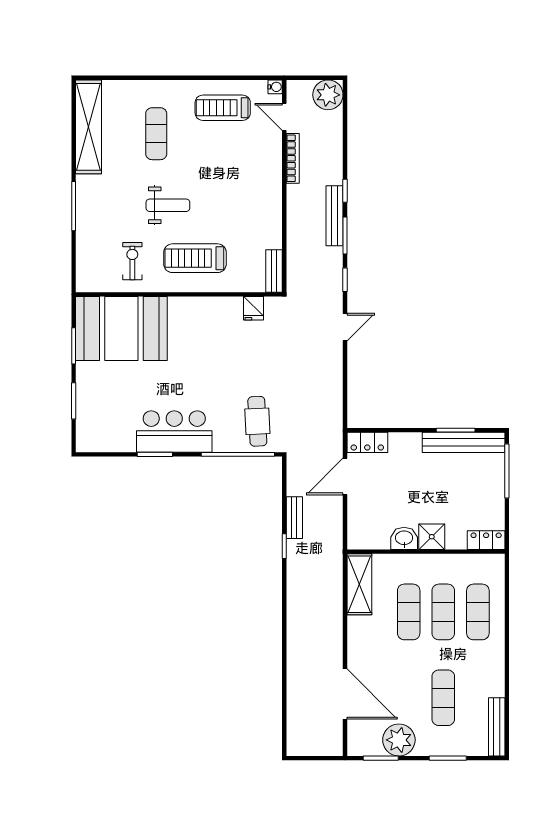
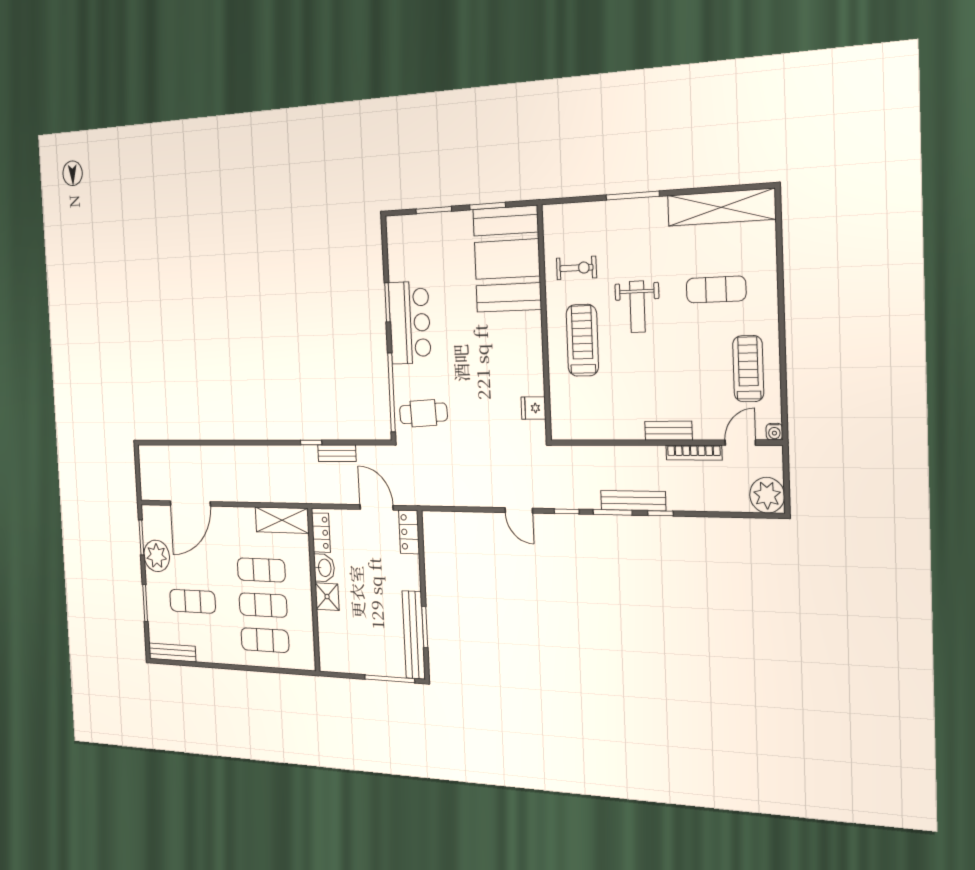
bench: (274, 271) -> (668, 431), moved
locker: (486, 540) -> (321, 533), moved

